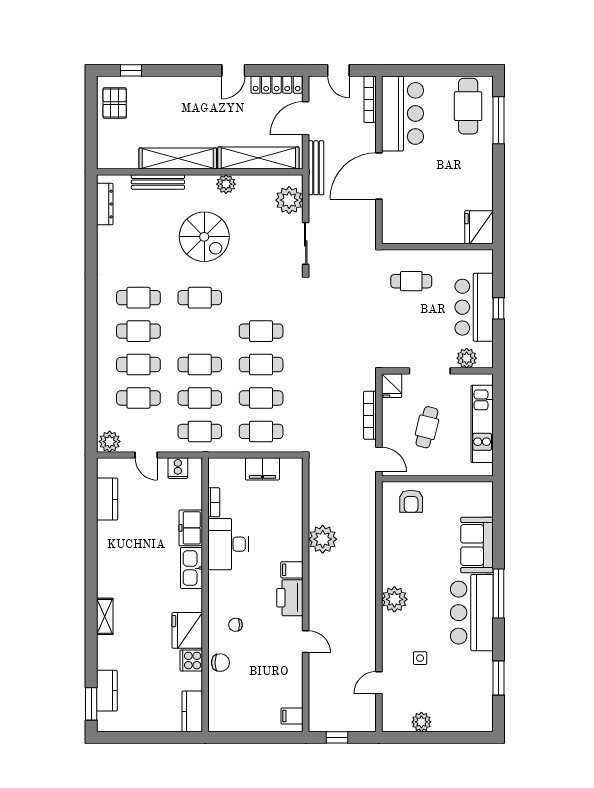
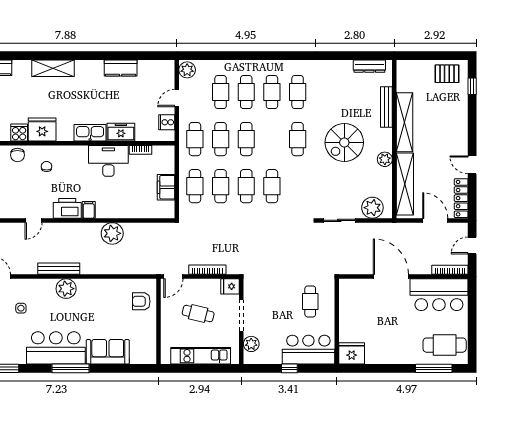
bench: (316, 168) -> (59, 269), moved
bar counter: (474, 307) -> (308, 350), moved
kitchen counter: (107, 499) -> (121, 68), moved
shelving: (105, 616) -> (53, 68), width x1.50, depth x1.33

